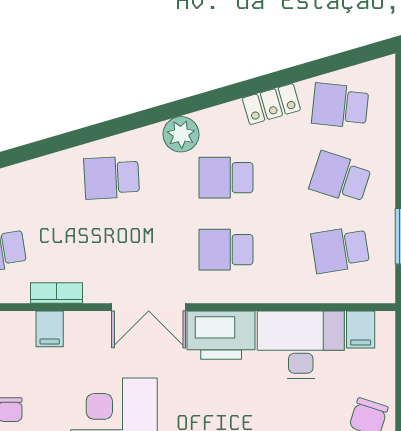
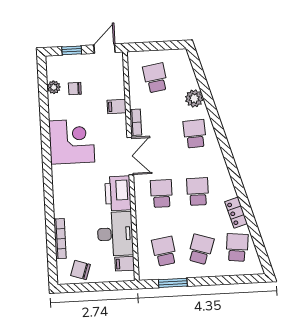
plant: (181, 134) -> (194, 98), moved
bookcase: (56, 293) -> (136, 122), moved
double door: (149, 307) -> (130, 156), swing flipped

